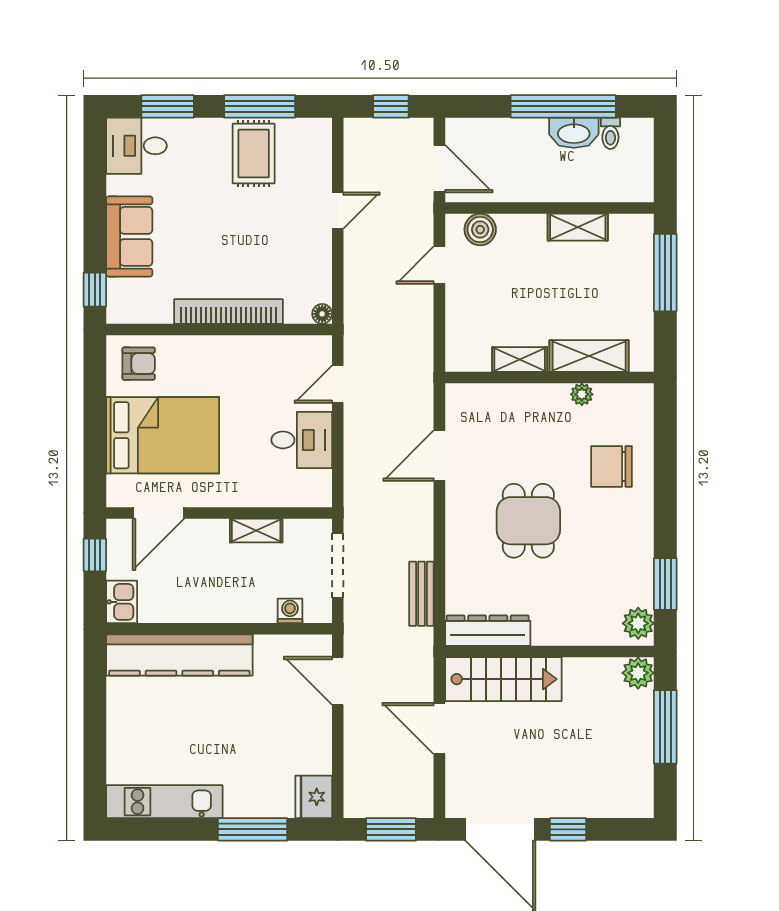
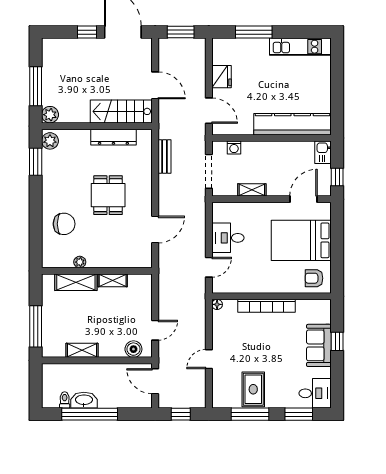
window: (95, 290) -> (337, 341), moved
dresser: (488, 631) -> (113, 137), moved
fridge: (314, 797) -> (221, 77), moved

